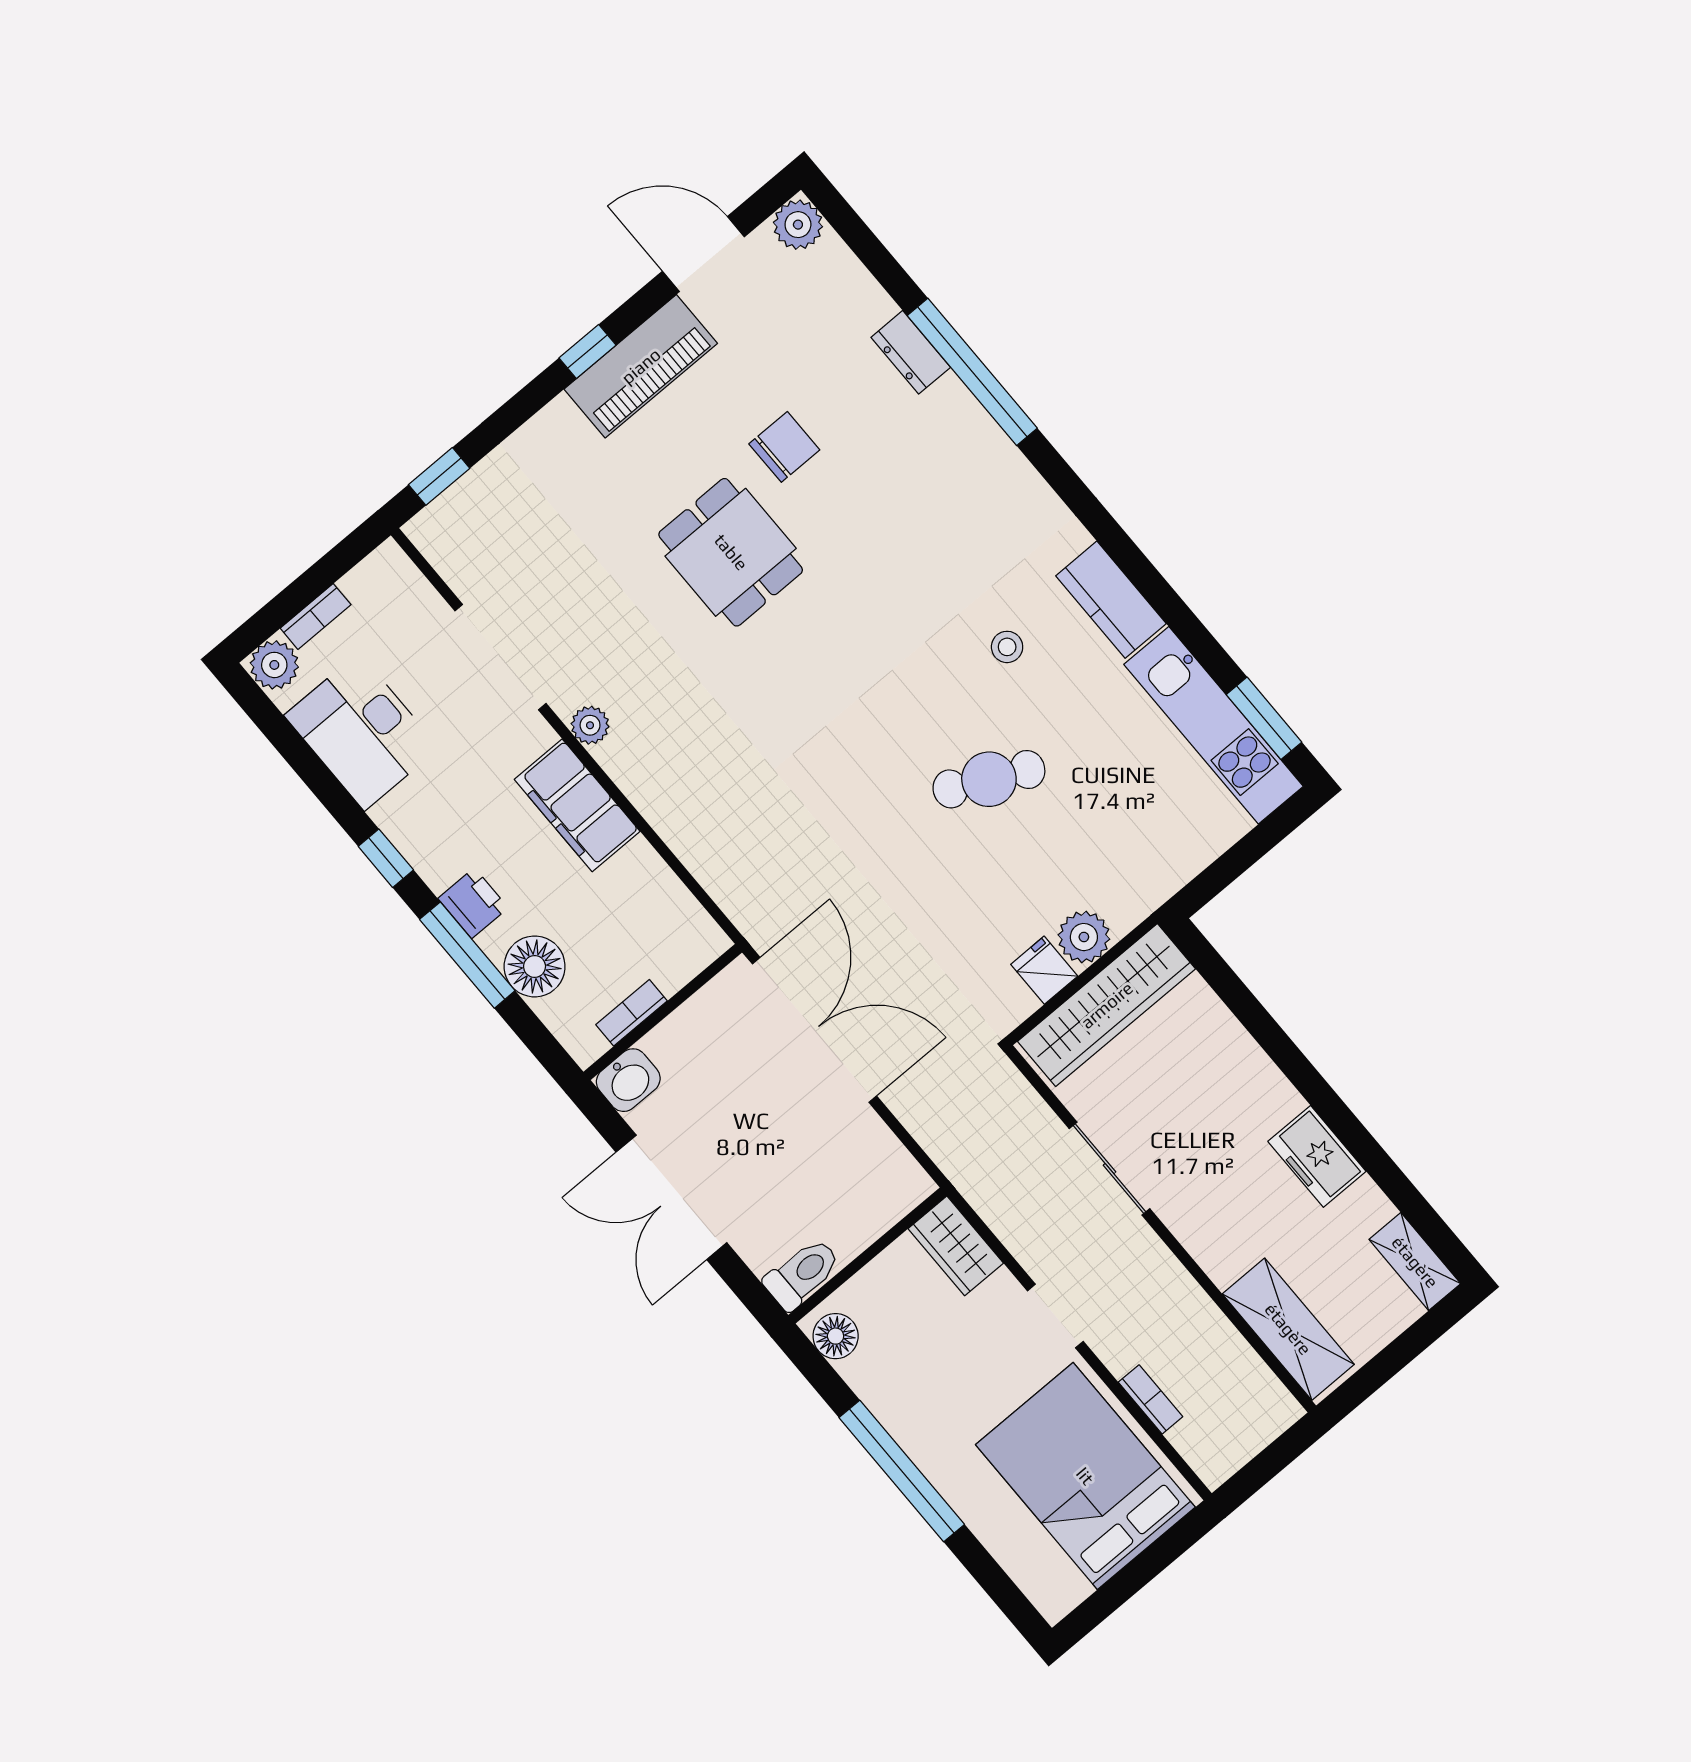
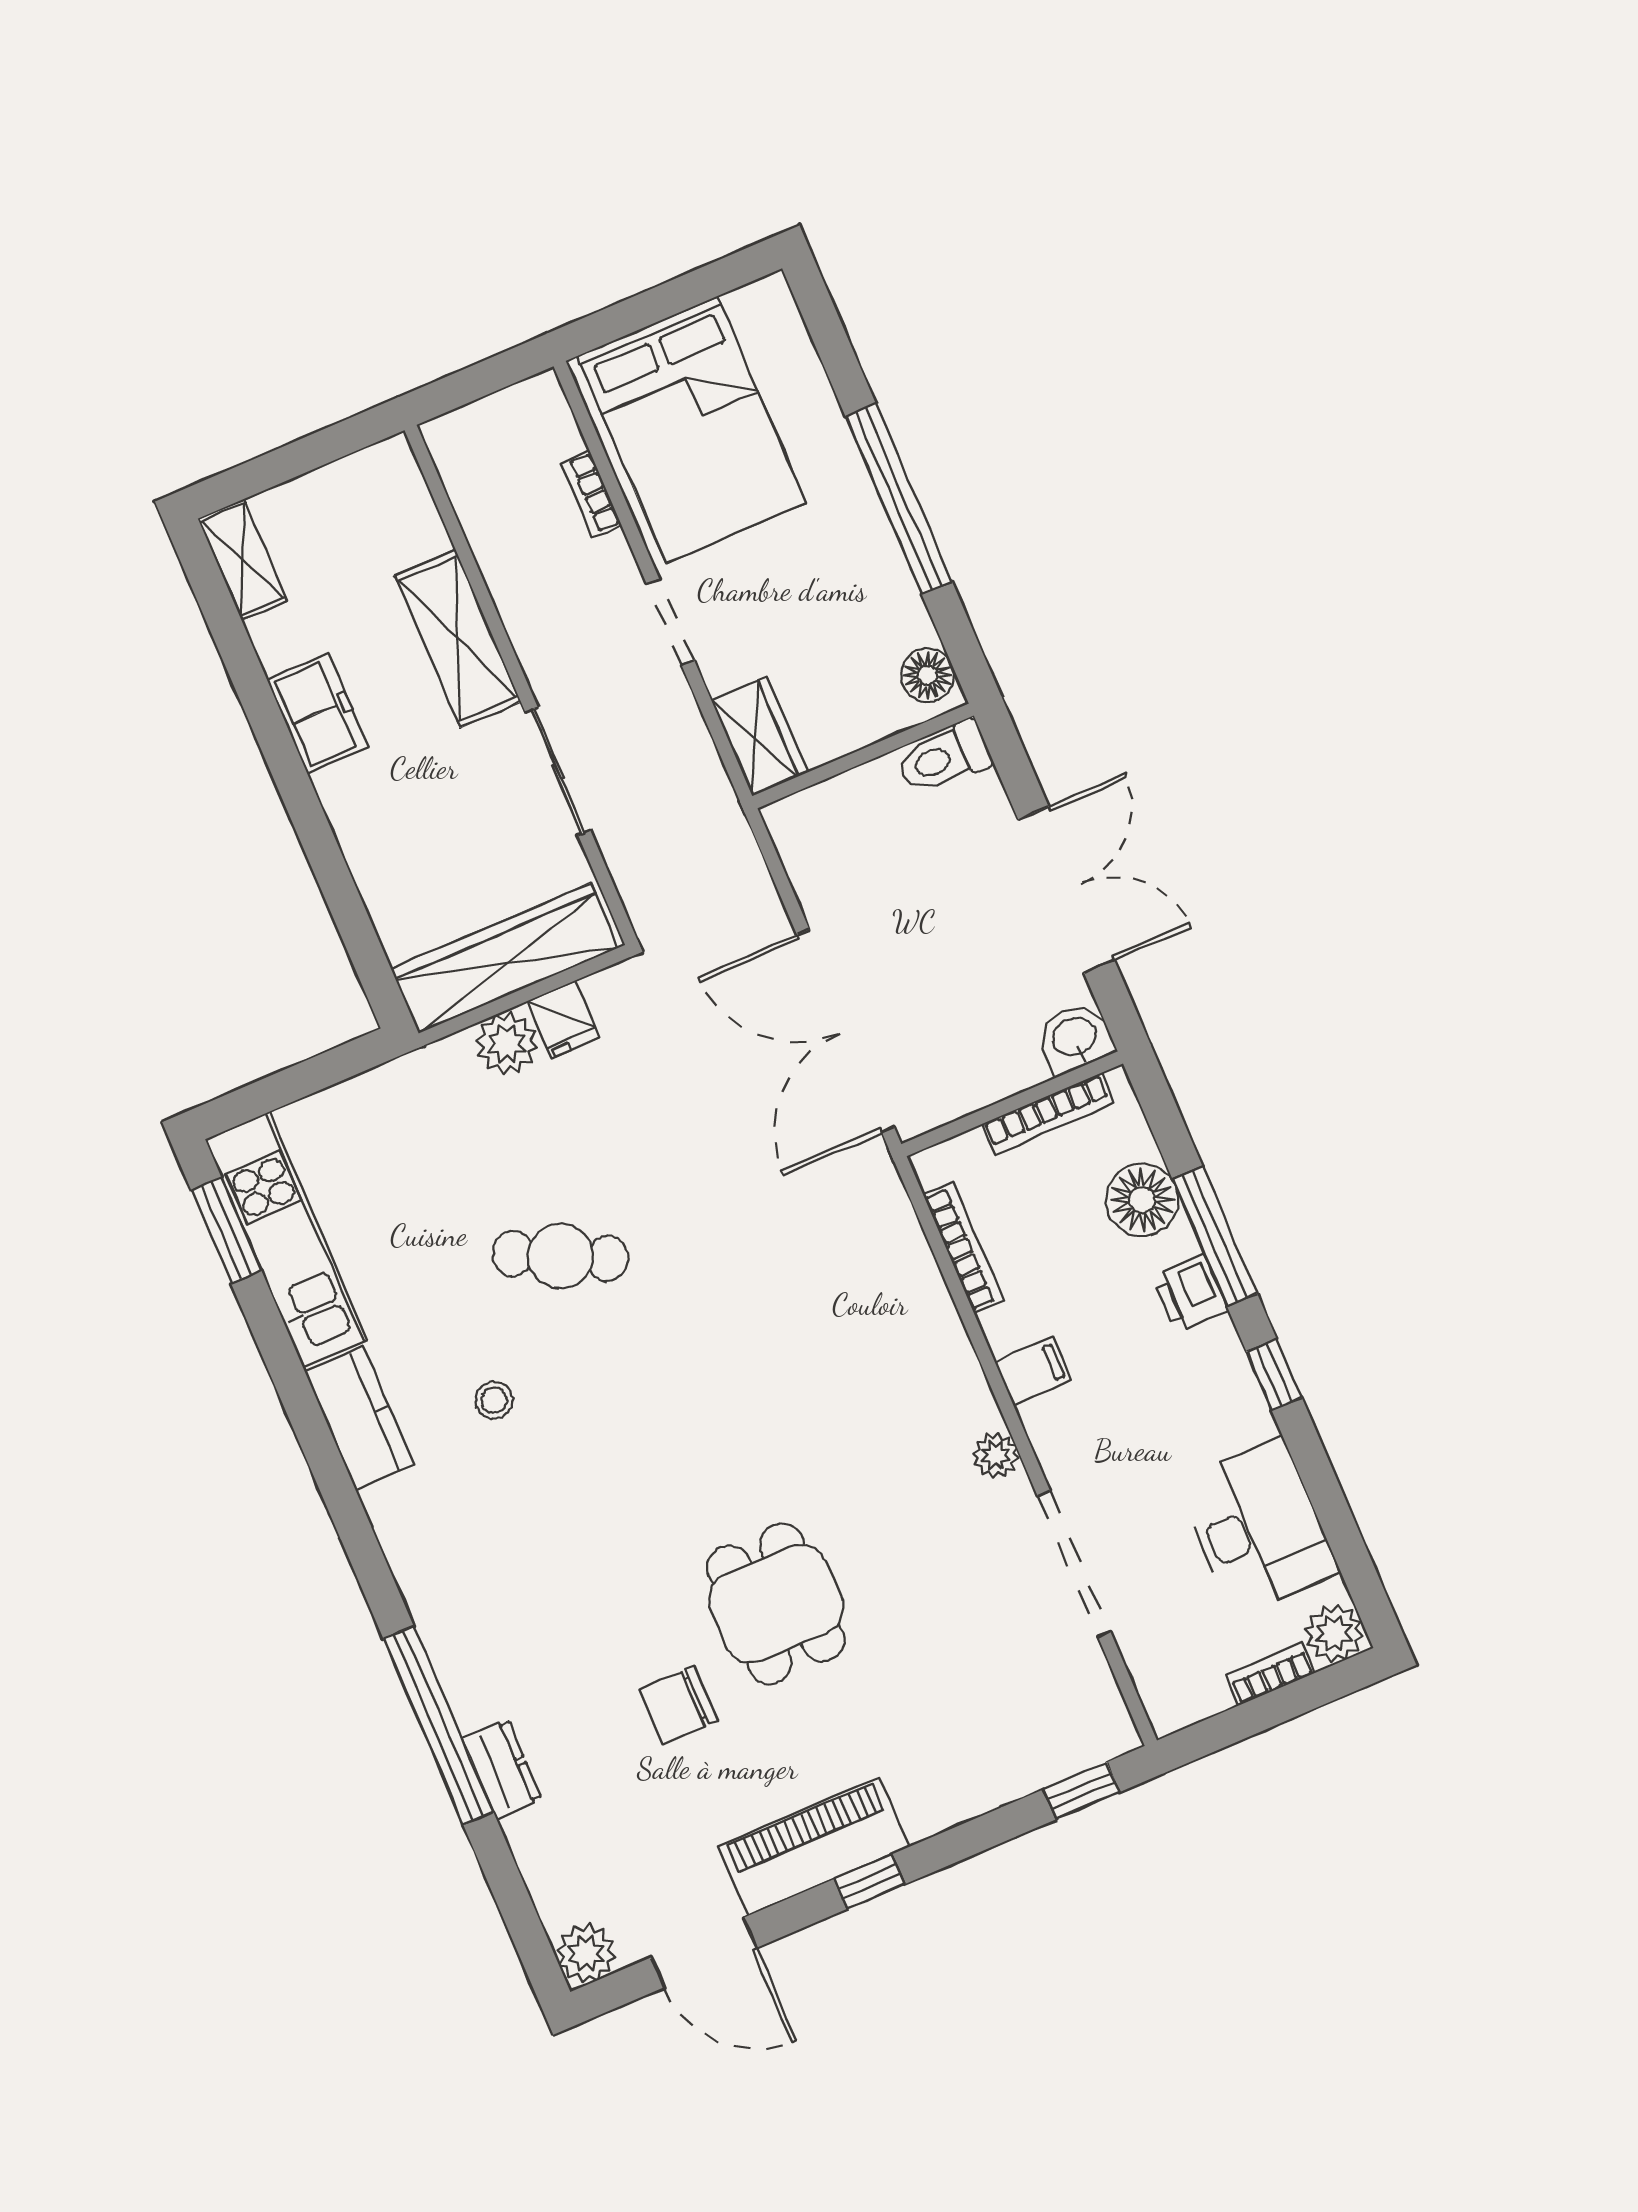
filing cabinet: (577, 805) -> (1033, 1371), width x0.33, depth x0.86
bookcase: (667, 885) -> (963, 1247), added
bookcase: (631, 1013) -> (1048, 1114), width x1.56
shelving: (1288, 1329) -> (458, 638), moved

